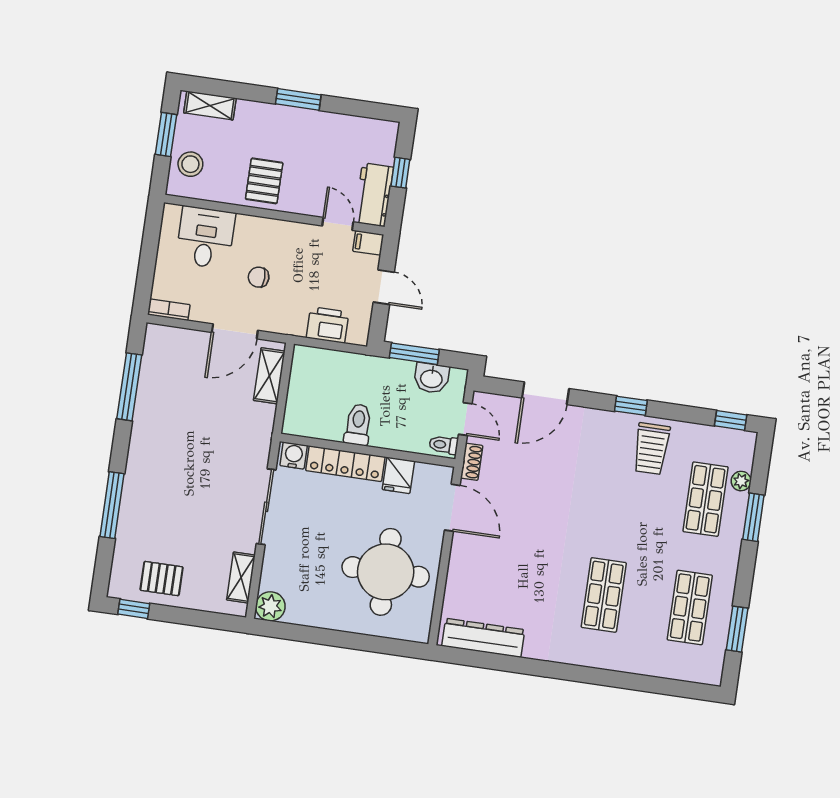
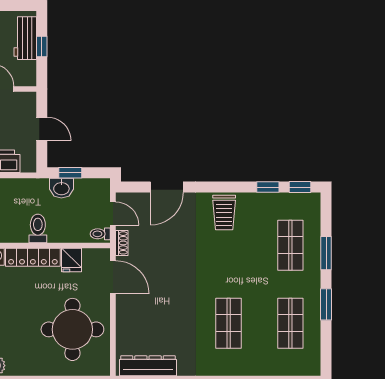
workbench: (374, 195) -> (25, 38), moved
filing cabinet: (368, 243) -> (26, 99), removed
window: (414, 354) -> (70, 173), width x0.67
washbasin: (431, 378) -> (61, 188), moved
window: (631, 406) -> (268, 187), moved
trolley: (651, 449) -> (224, 213), moved
plant: (741, 481) -> (314, 229), removed
window: (737, 629) -> (326, 304), moved

